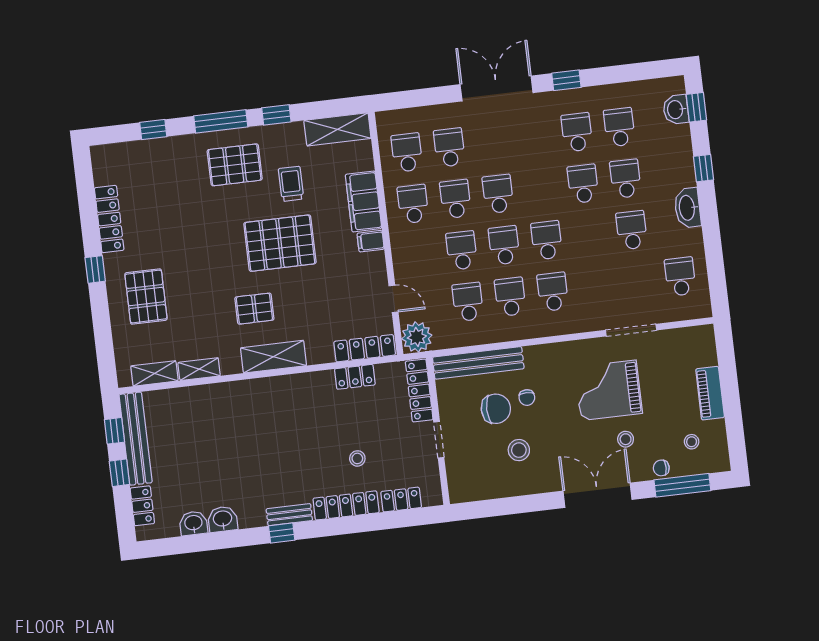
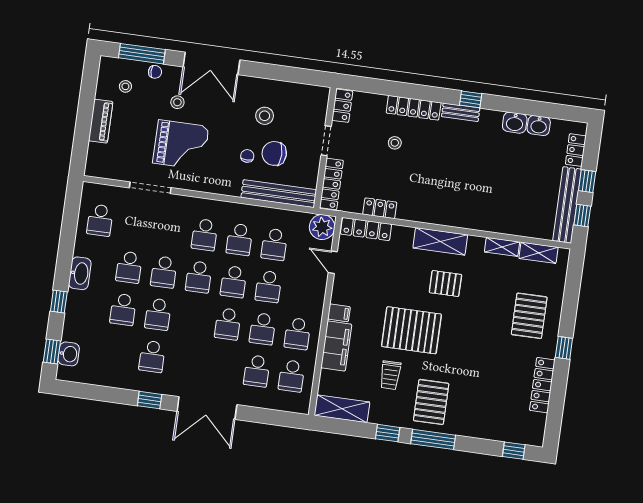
school desk: (619, 127) -> (164, 272), moved
window: (153, 130) -> (514, 451), moved
pallet: (235, 165) -> (431, 402), turned 90
locker: (401, 500) -> (342, 106), moved, turned -90

